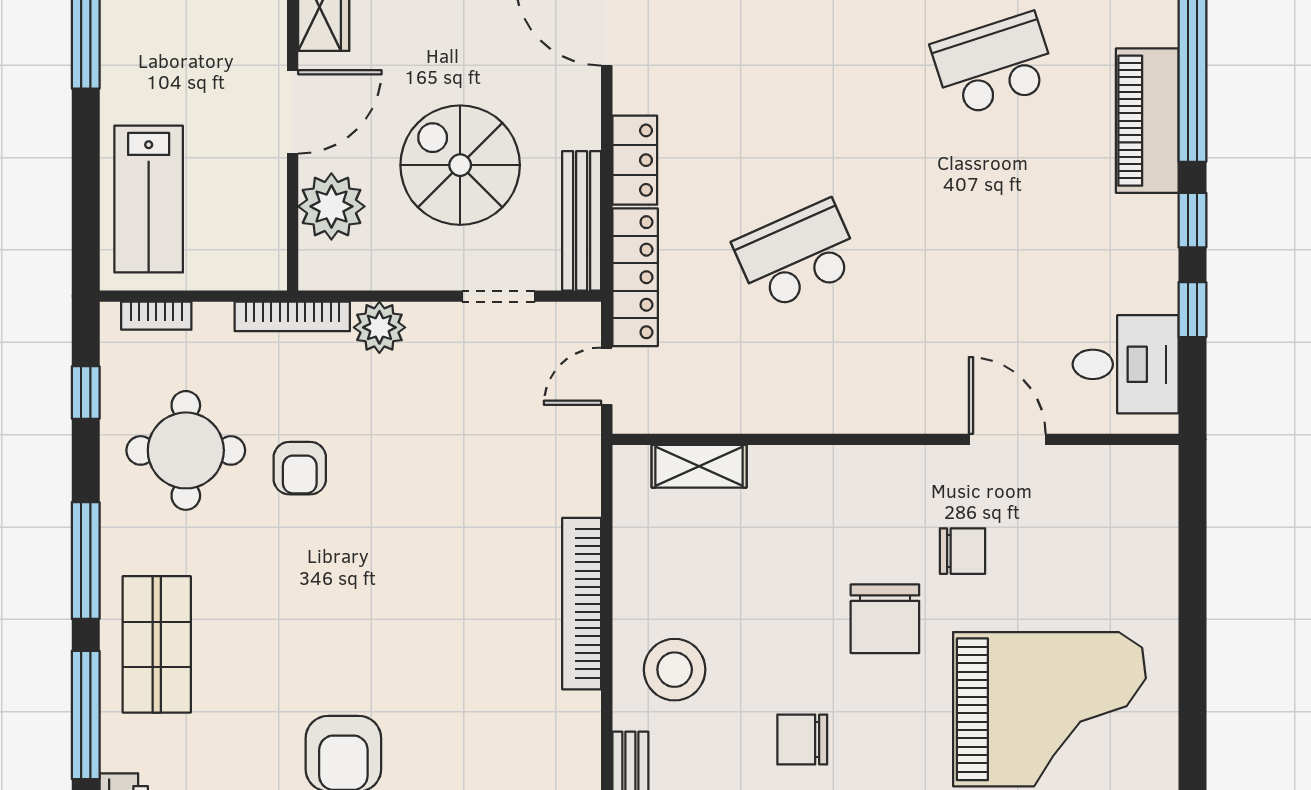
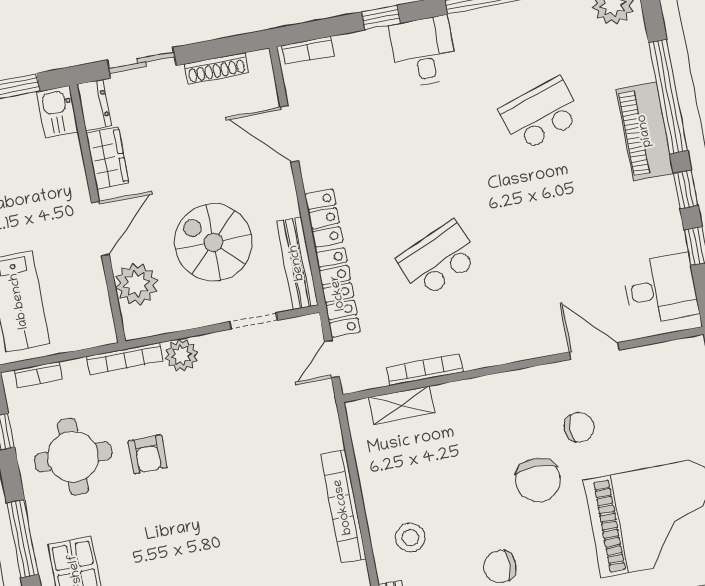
bookcase: (745, 419) -> (425, 370), added
stool: (675, 670) -> (410, 537), width x0.73, depth x0.73

